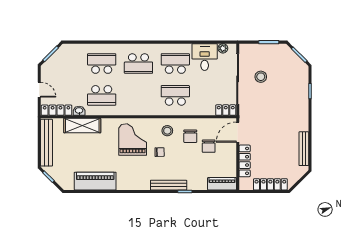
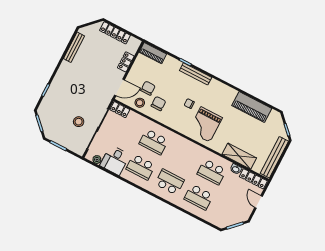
school desk: (102, 95) -> (212, 172), turned 180
stool: (167, 131) -> (140, 103), moved
locker: (245, 161) -> (126, 62), width x0.66

